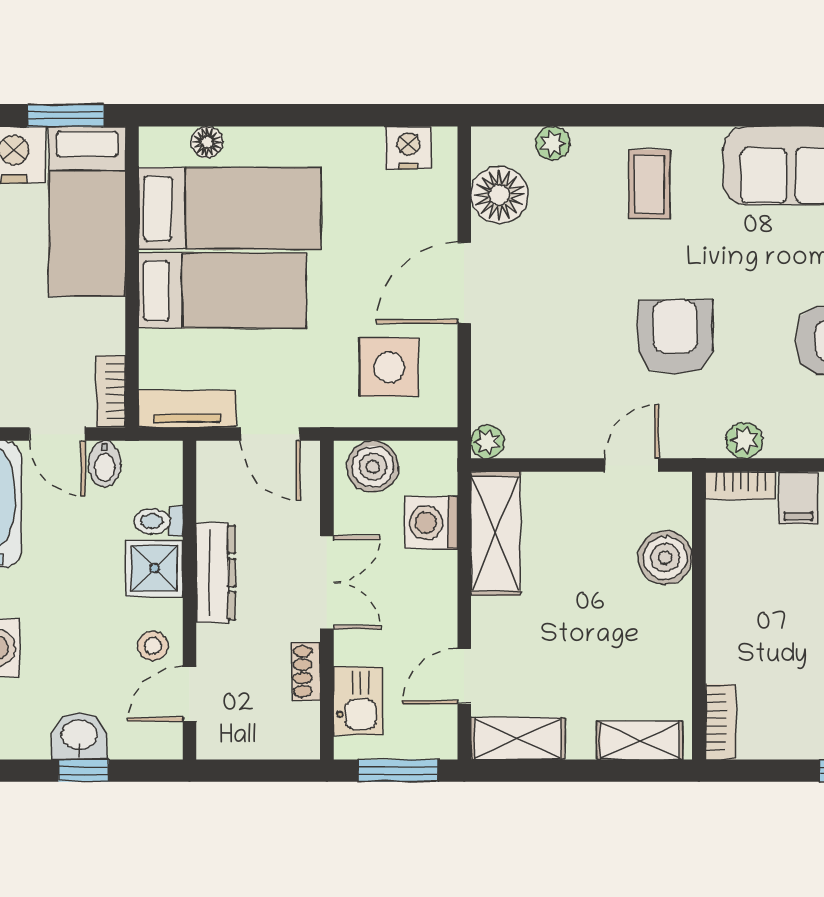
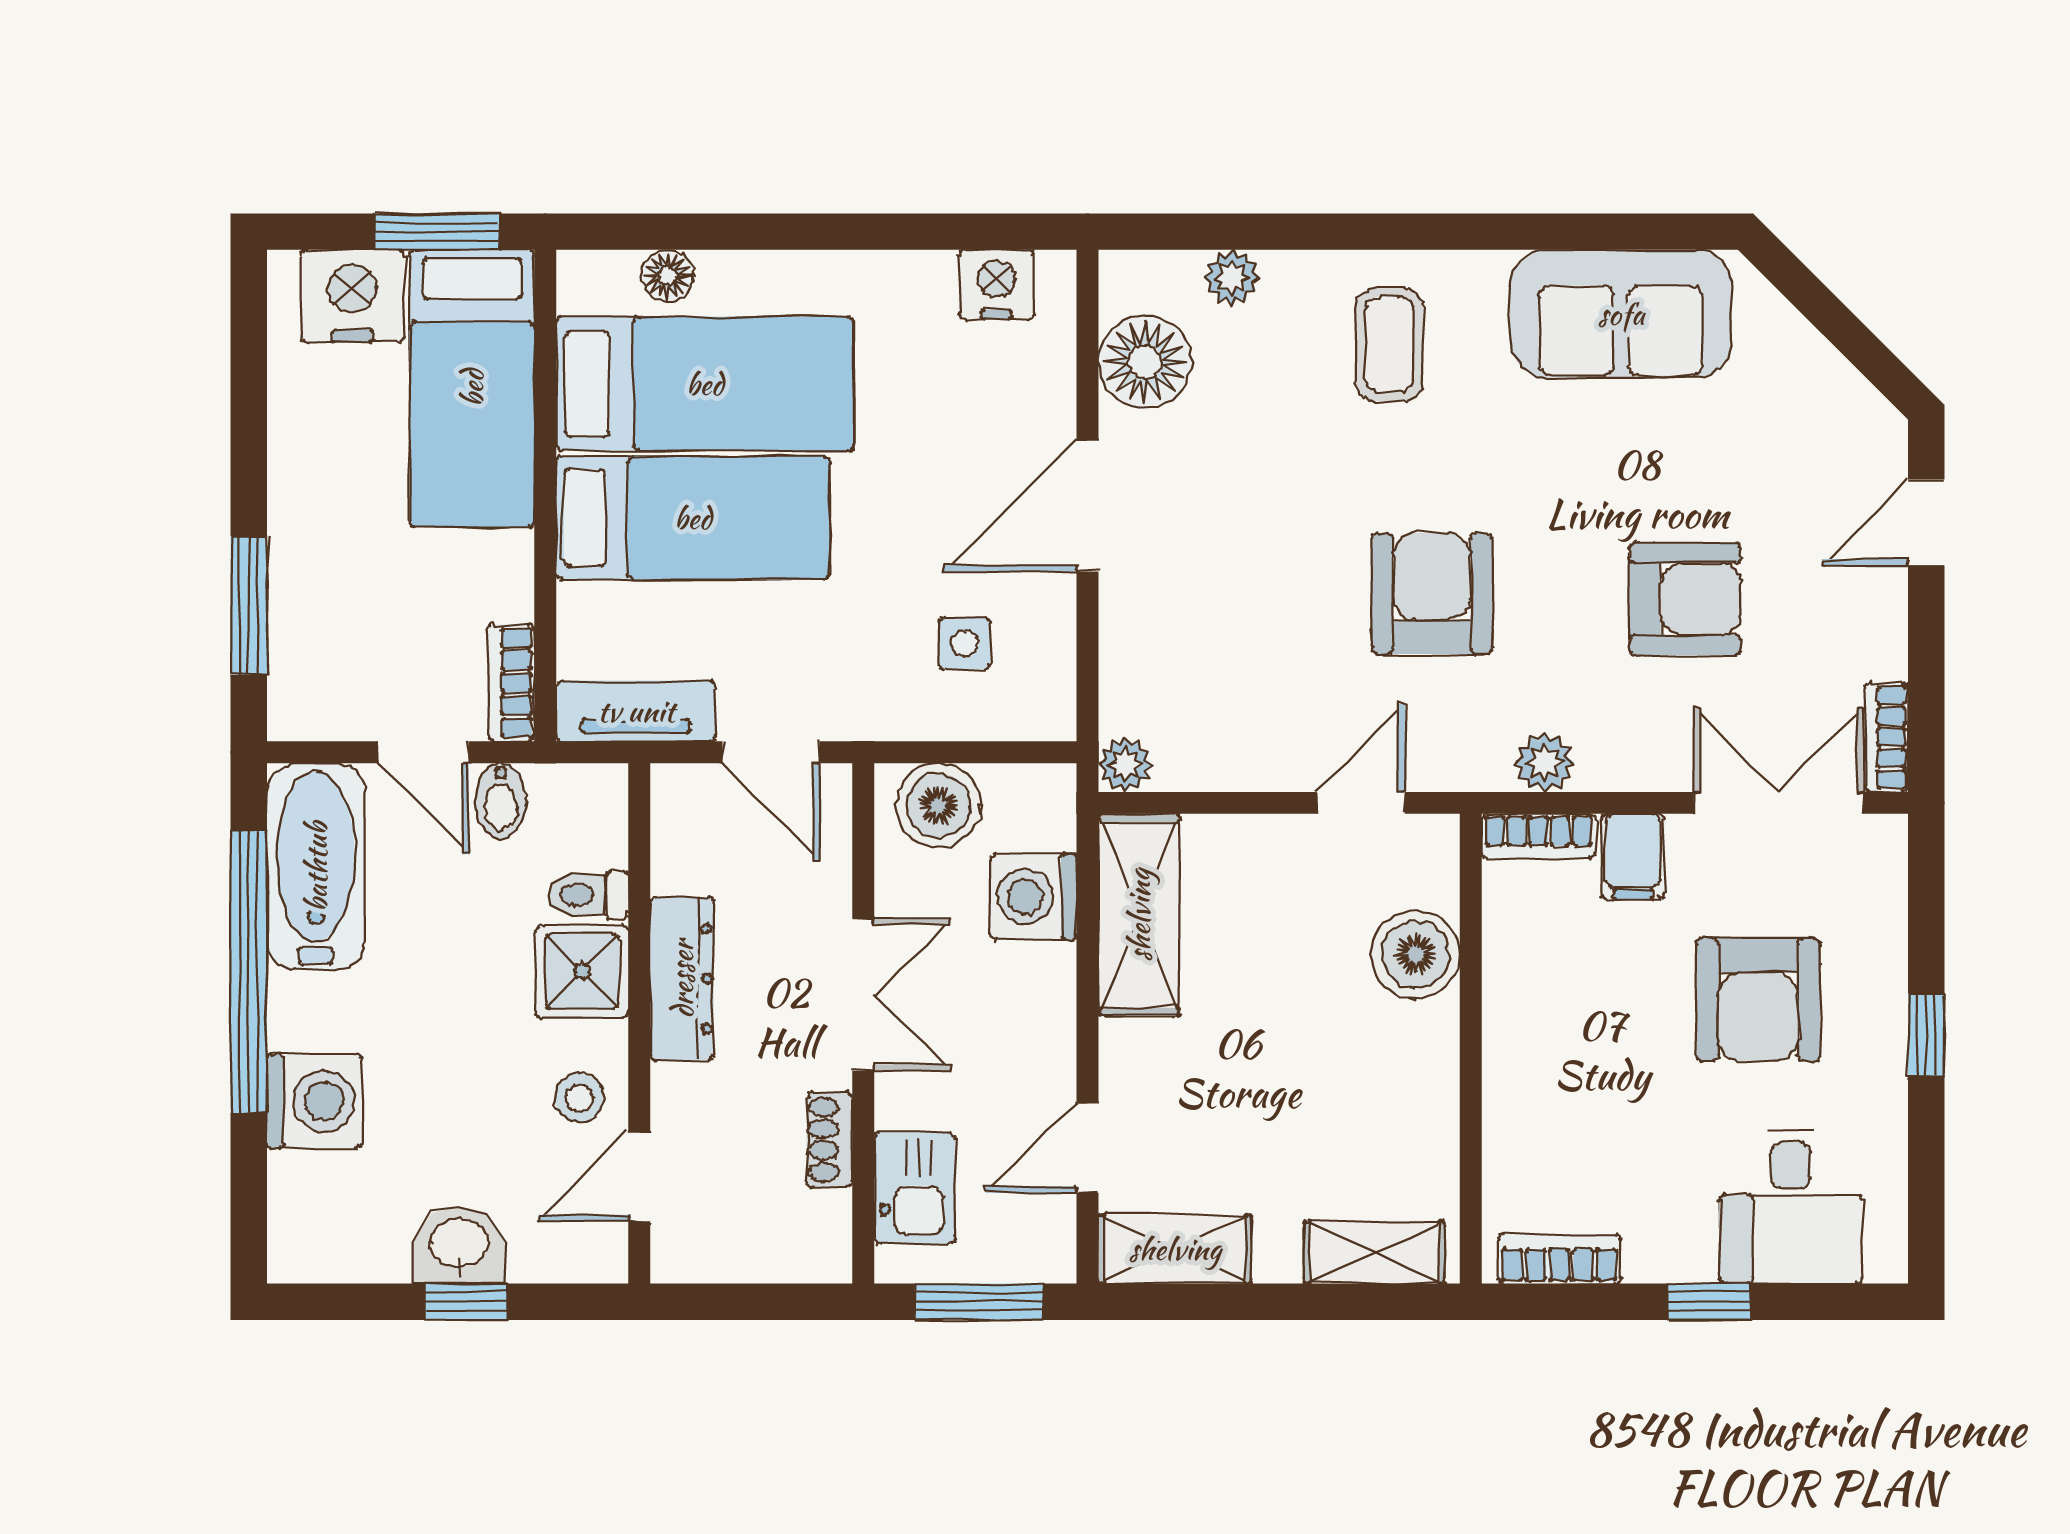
side table: (389, 367) -> (965, 643), width x0.54, depth x0.54
bookcase: (721, 722) -> (1560, 1259), moved, turned -90

